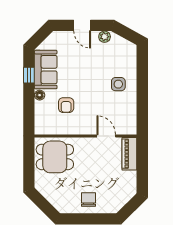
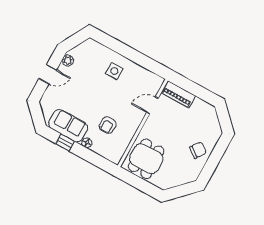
armchair: (66, 105) -> (108, 125), turned 90
chair: (89, 199) -> (198, 150), turned 125

